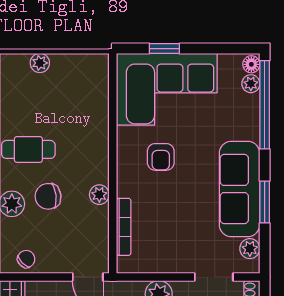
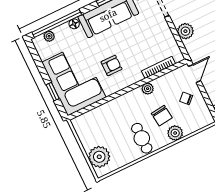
plant: (40, 63) -> (99, 157), width x1.87, depth x1.87
floor lamp: (251, 64) -> (74, 24), moved
chair: (26, 259) -> (186, 98), moved

